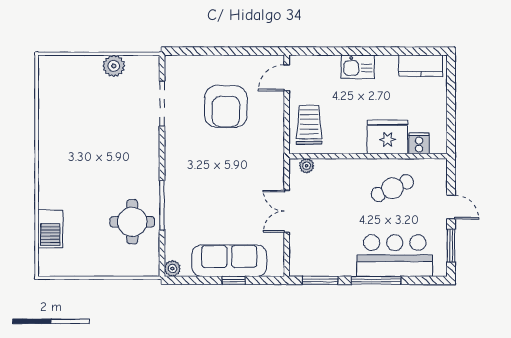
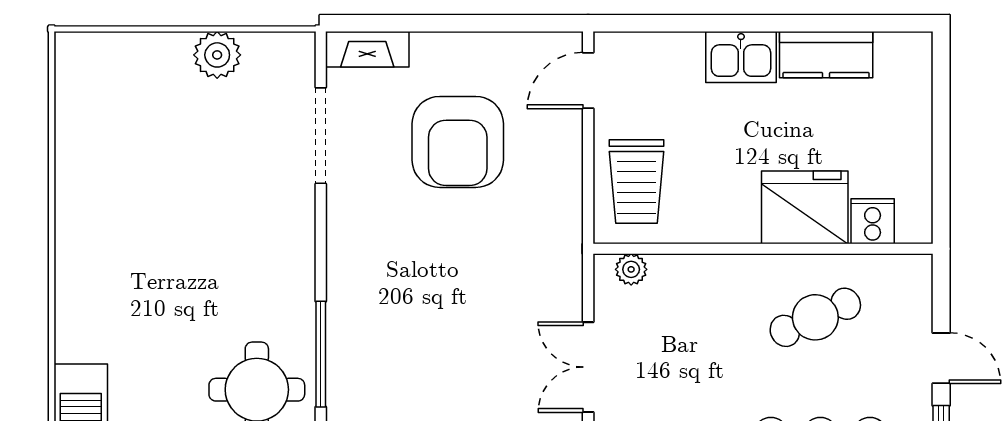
fireplace: (184, 63) -> (367, 49), added
kitchen counter: (421, 66) -> (826, 55), moved
trolley: (309, 125) -> (636, 181), turned 180

